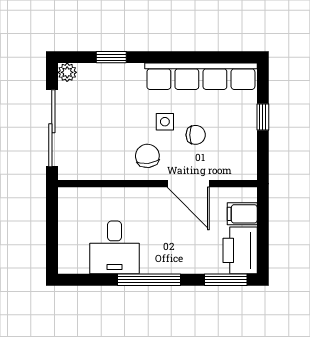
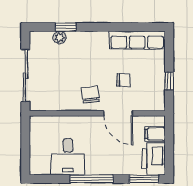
plant: (67, 72) -> (60, 37), moved
row of seats: (201, 76) -> (137, 40), width x0.73
window: (263, 117) -> (169, 81), moved
side table: (165, 122) -> (102, 71), removed

